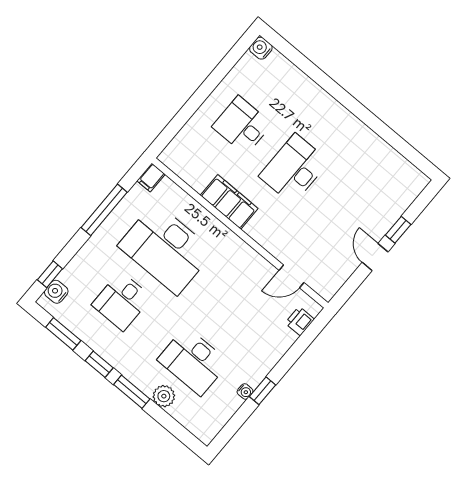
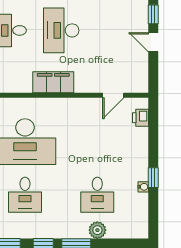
filing cabinet: (229, 202) -> (53, 82), moved
desk: (193, 361) -> (97, 195), width x0.73

